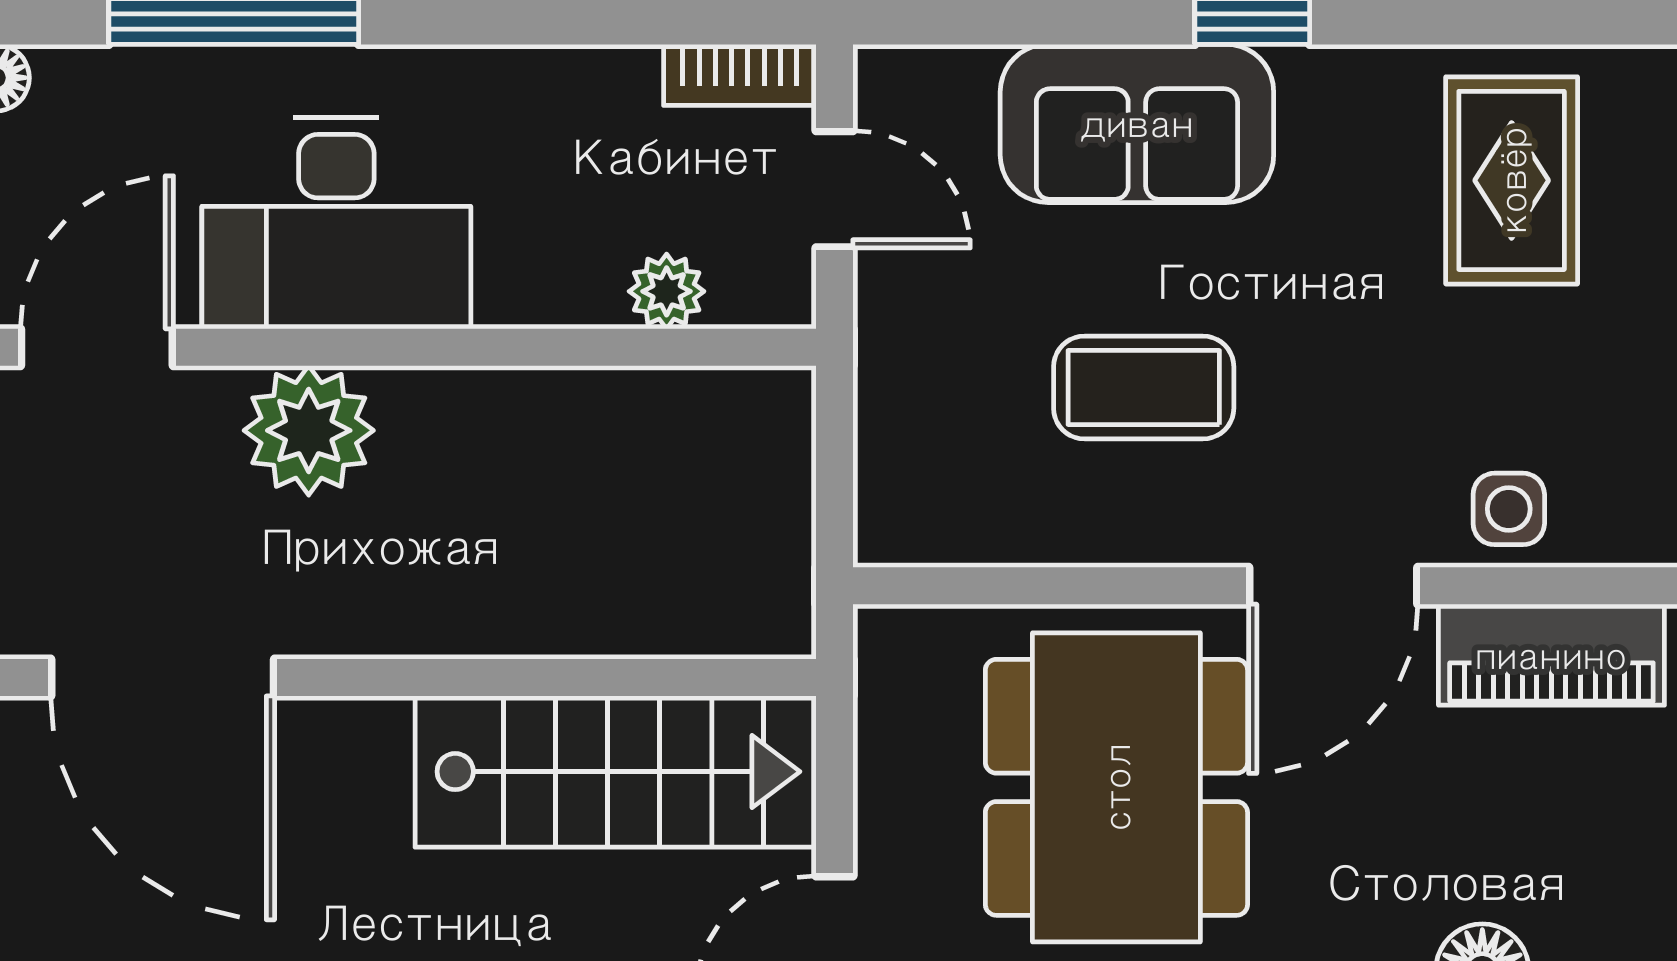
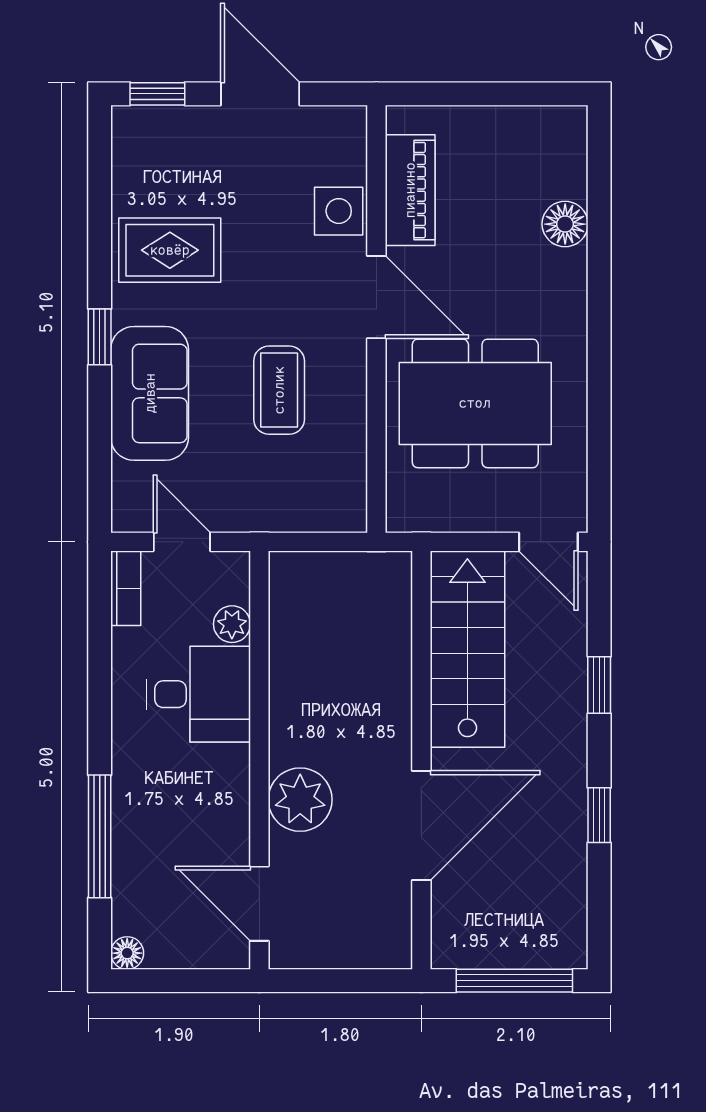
rug: (1512, 180) -> (170, 250), moved
door: (834, 189) -> (182, 542), hinge flipped
desk: (336, 223) -> (199, 694), moved, width x0.73
side table: (1509, 509) -> (339, 211), width x1.37, depth x1.37
door: (163, 678) -> (421, 826), moved

